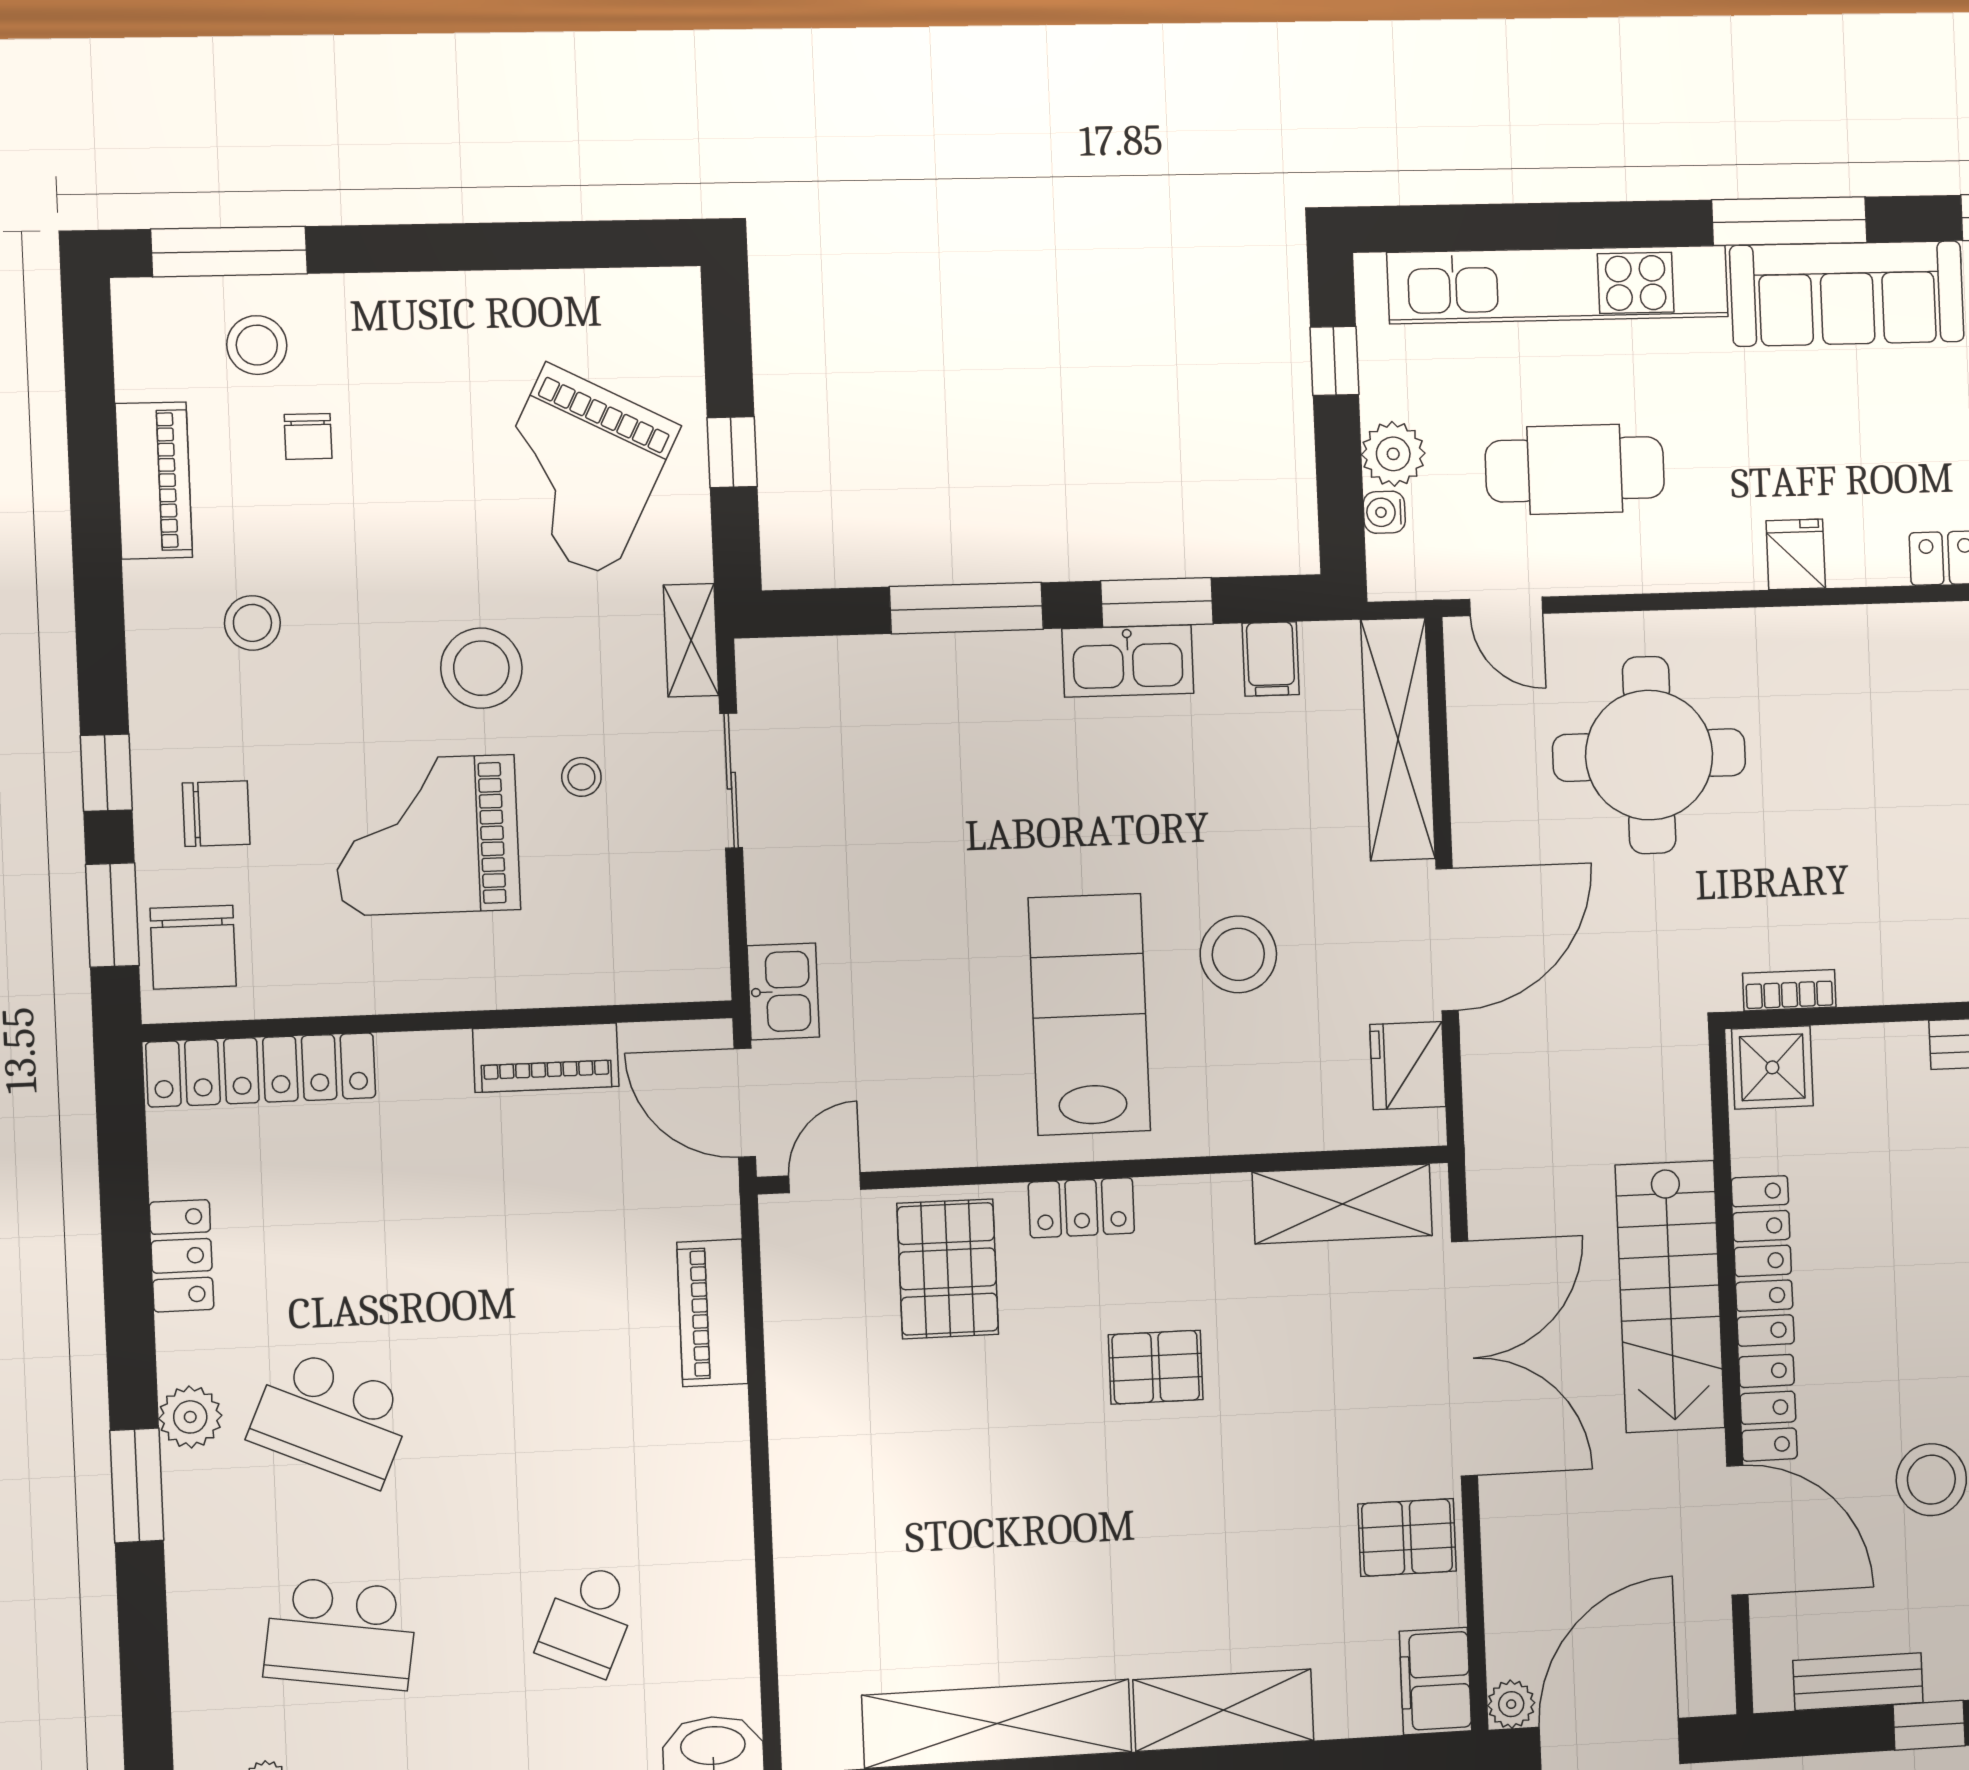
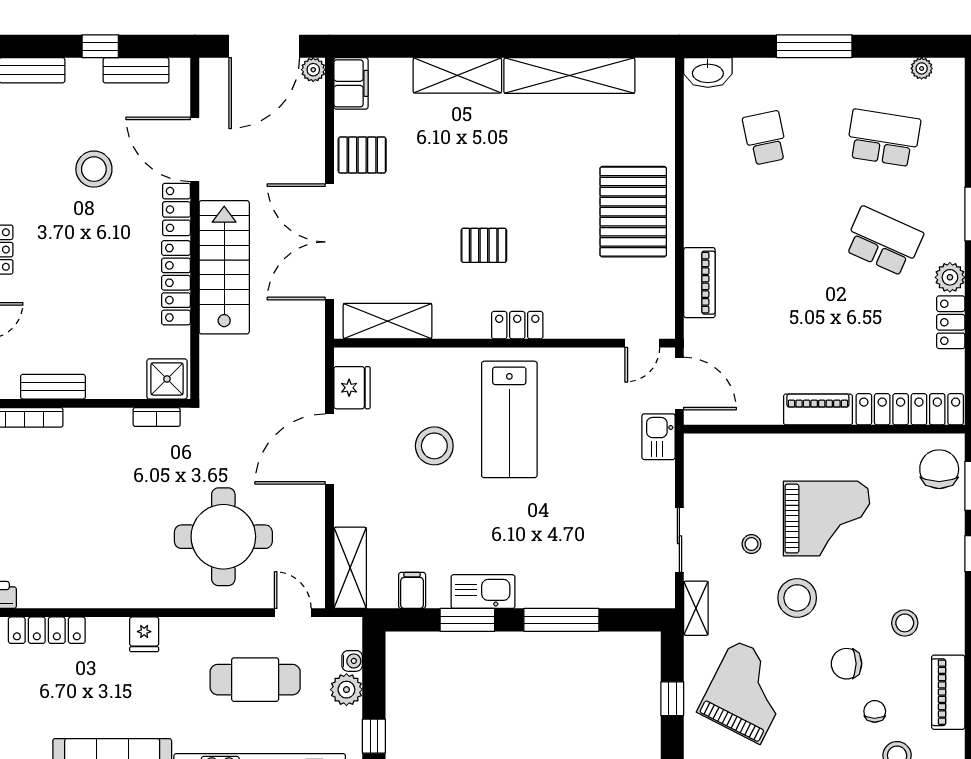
shelving: (1398, 739) -> (350, 568), width x0.68
chair: (216, 814) -> (846, 664), moved
piano: (546, 1058) -> (818, 409), moved
pallet: (948, 1269) -> (633, 212), moved, width x1.37, depth x1.41
plant: (190, 1417) -> (950, 277), moved
school desk: (589, 1619) -> (765, 138), turned -36

